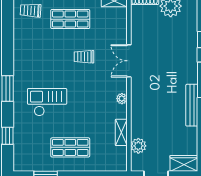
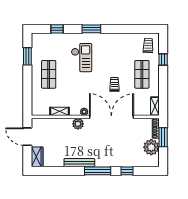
double door: (129, 61) -> (111, 117), width x1.87
plant: (138, 146) -> (78, 124), moved

